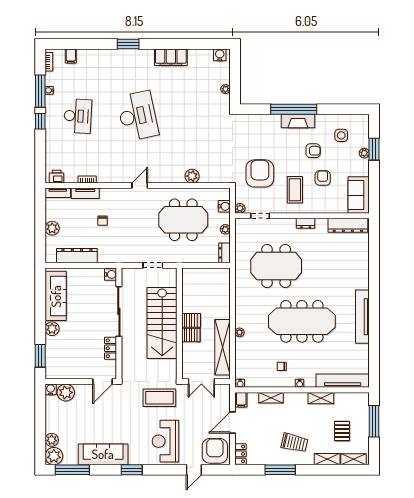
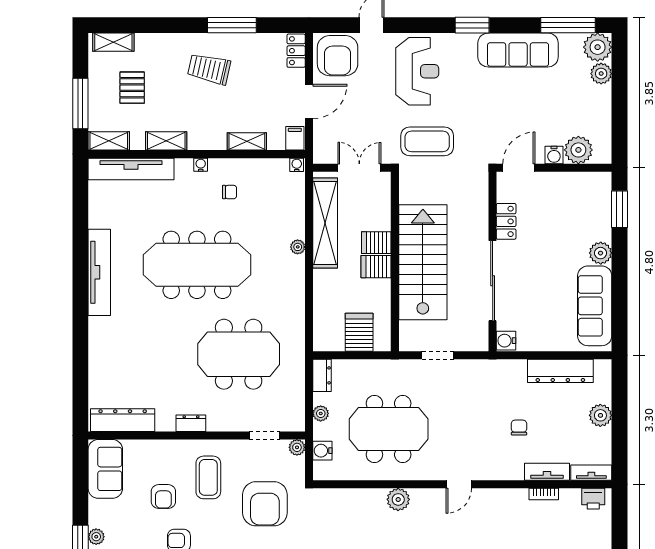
plant: (192, 176) -> (398, 499), moved
server rack: (201, 280) -> (359, 332), added
water cooler: (51, 389) -> (554, 155), moved
shelving: (327, 459) -> (109, 141), moved

